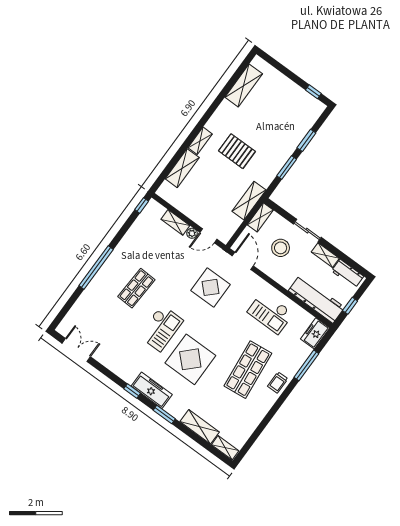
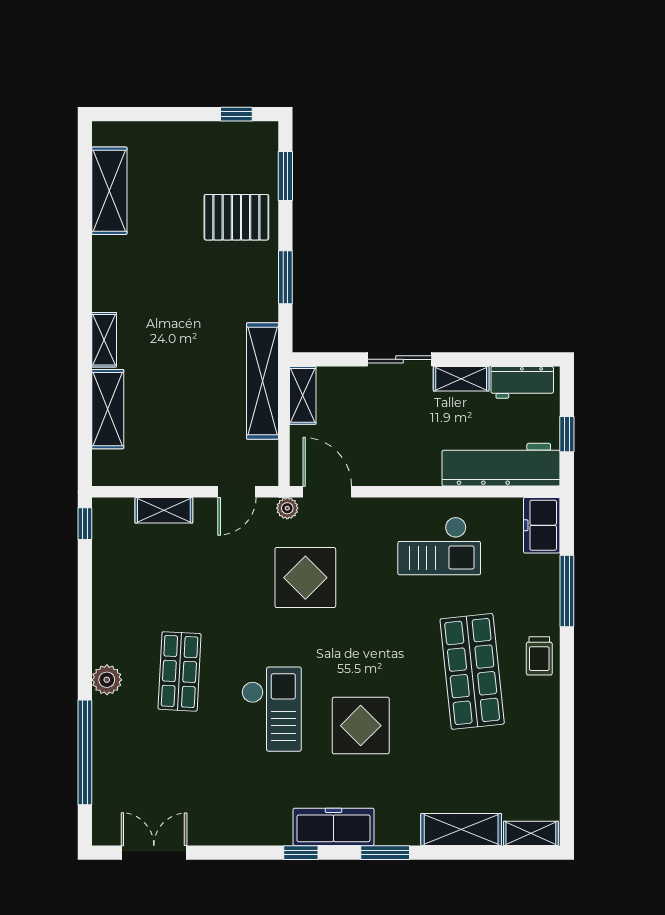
window: (306, 140) -> (285, 176), moved
pallet: (237, 151) -> (236, 217), moved
shelving: (249, 201) -> (263, 381), width x1.47
plant: (192, 233) -> (287, 508), moved
stool: (281, 248) -> (376, 422), removed
window: (96, 268) -> (85, 752), moved
plant: (106, 271) -> (107, 680), added
display table: (190, 359) -> (361, 726), width x0.73, depth x0.73

